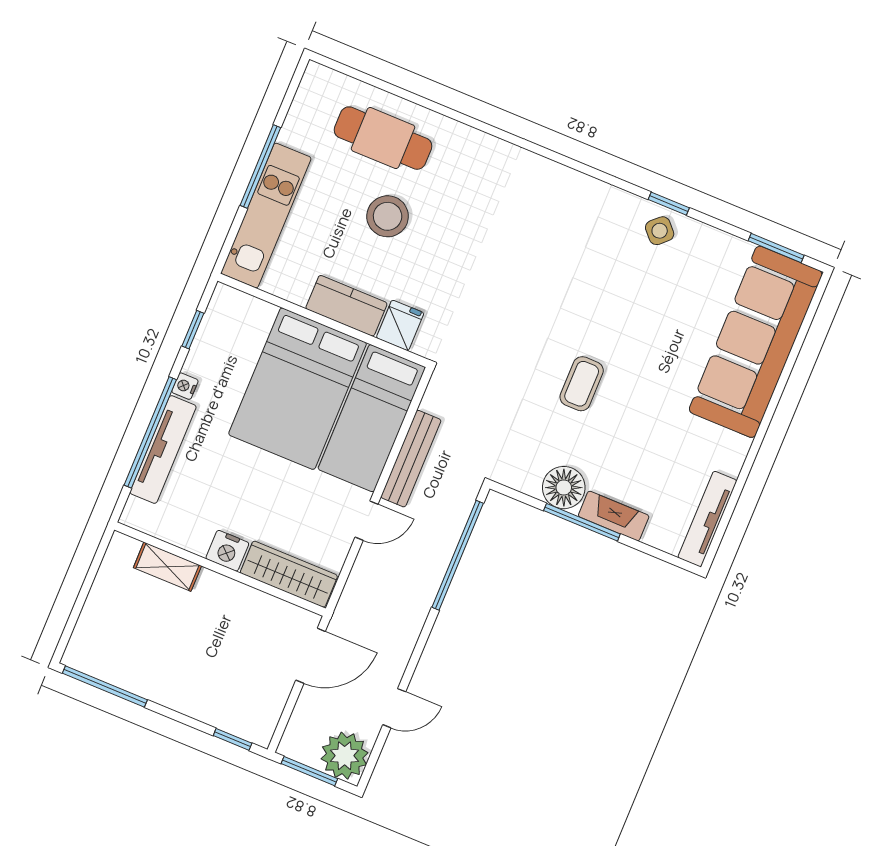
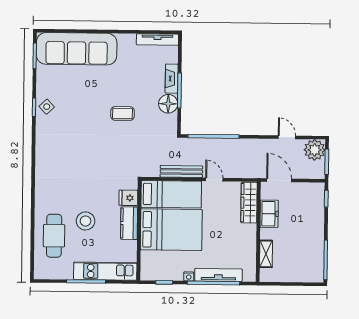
nightstand: (227, 551) -> (250, 232), removed
freezer: (249, 607) -> (269, 214), added

